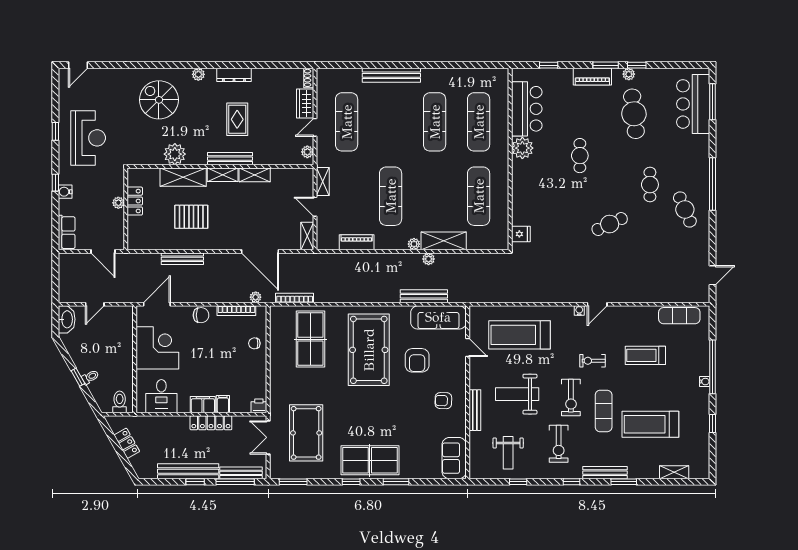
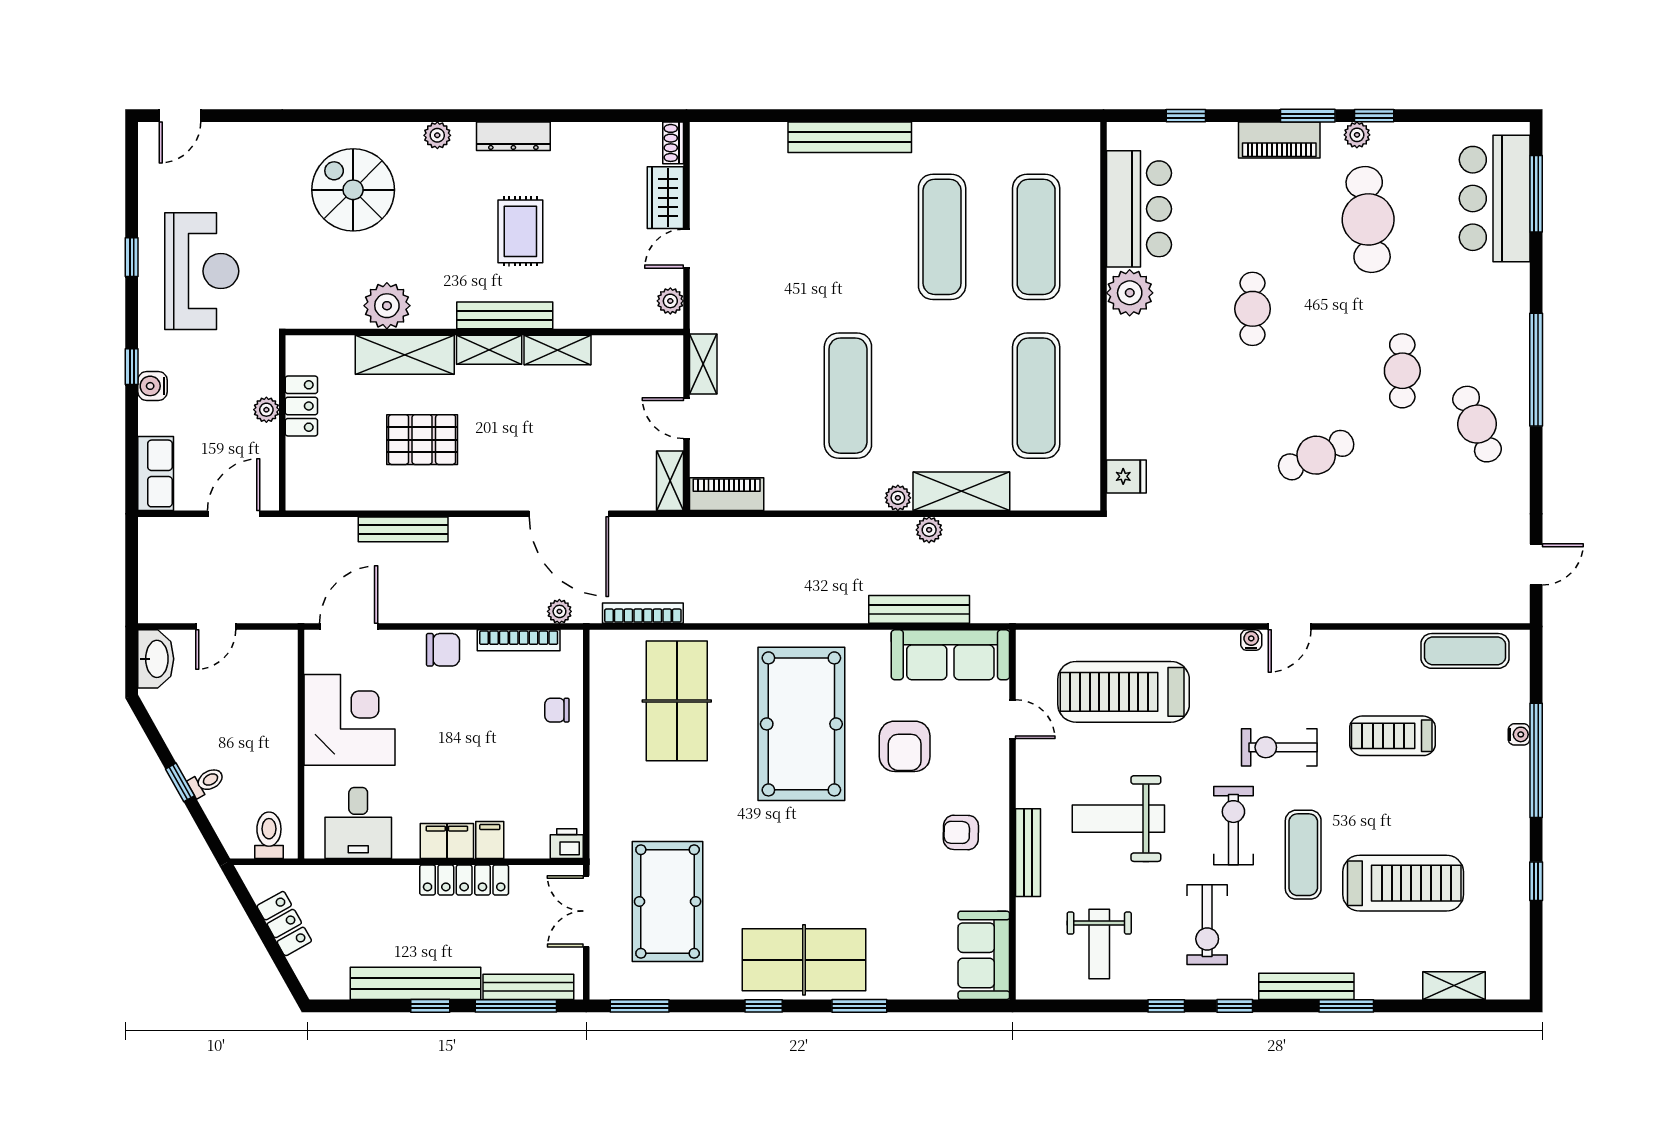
exercise mat: (347, 122) -> (754, 237), removed
piano: (357, 242) -> (727, 494), moved
door: (103, 251) -> (234, 514), swing flipped
exercise bike: (592, 361) -> (1279, 747), width x1.38, depth x1.39
water cooler: (705, 382) -> (1519, 734), moved
exercise bike: (571, 397) -> (1233, 826), turned 180
treadmill: (650, 424) -> (1403, 883), turned 180
window: (518, 482) -> (1166, 1006), moved

